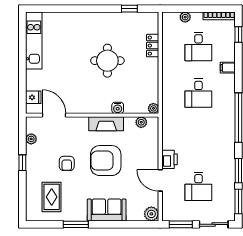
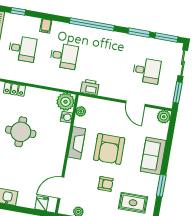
water cooler: (118, 108) -> (67, 117), moved
plant: (153, 108) -> (66, 102), width x1.87, depth x1.87
printer: (169, 159) -> (90, 87), moved
door: (160, 180) -> (135, 104), hinge flipped

